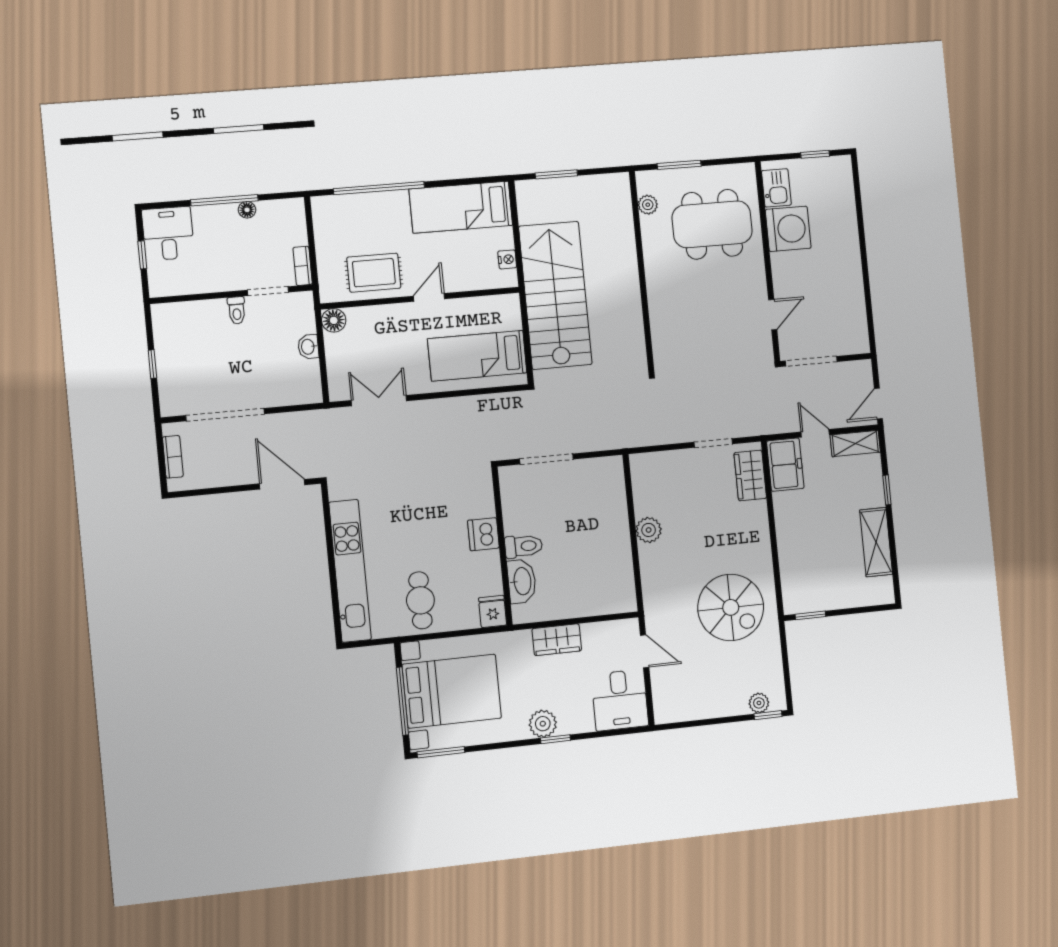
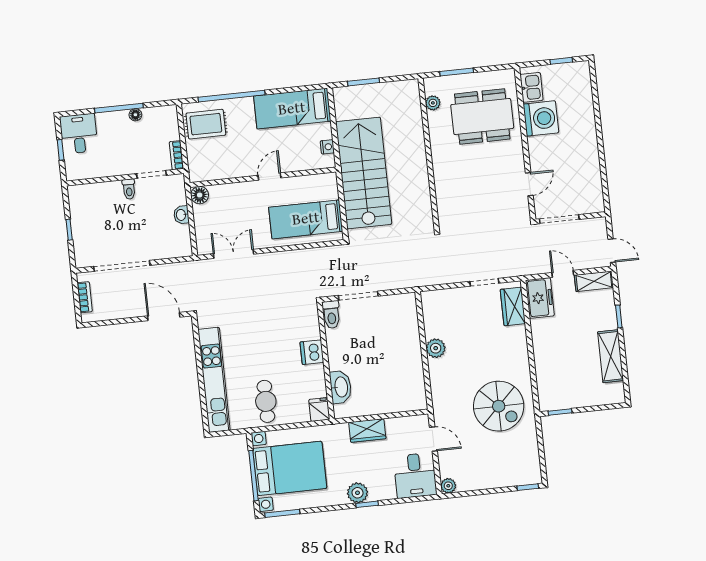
rug: (374, 273) -> (206, 124), moved
door: (878, 404) -> (612, 251), swing flipped
toilet: (524, 546) -> (331, 315), moved, turned 90
plant: (759, 703) -> (448, 486), moved

